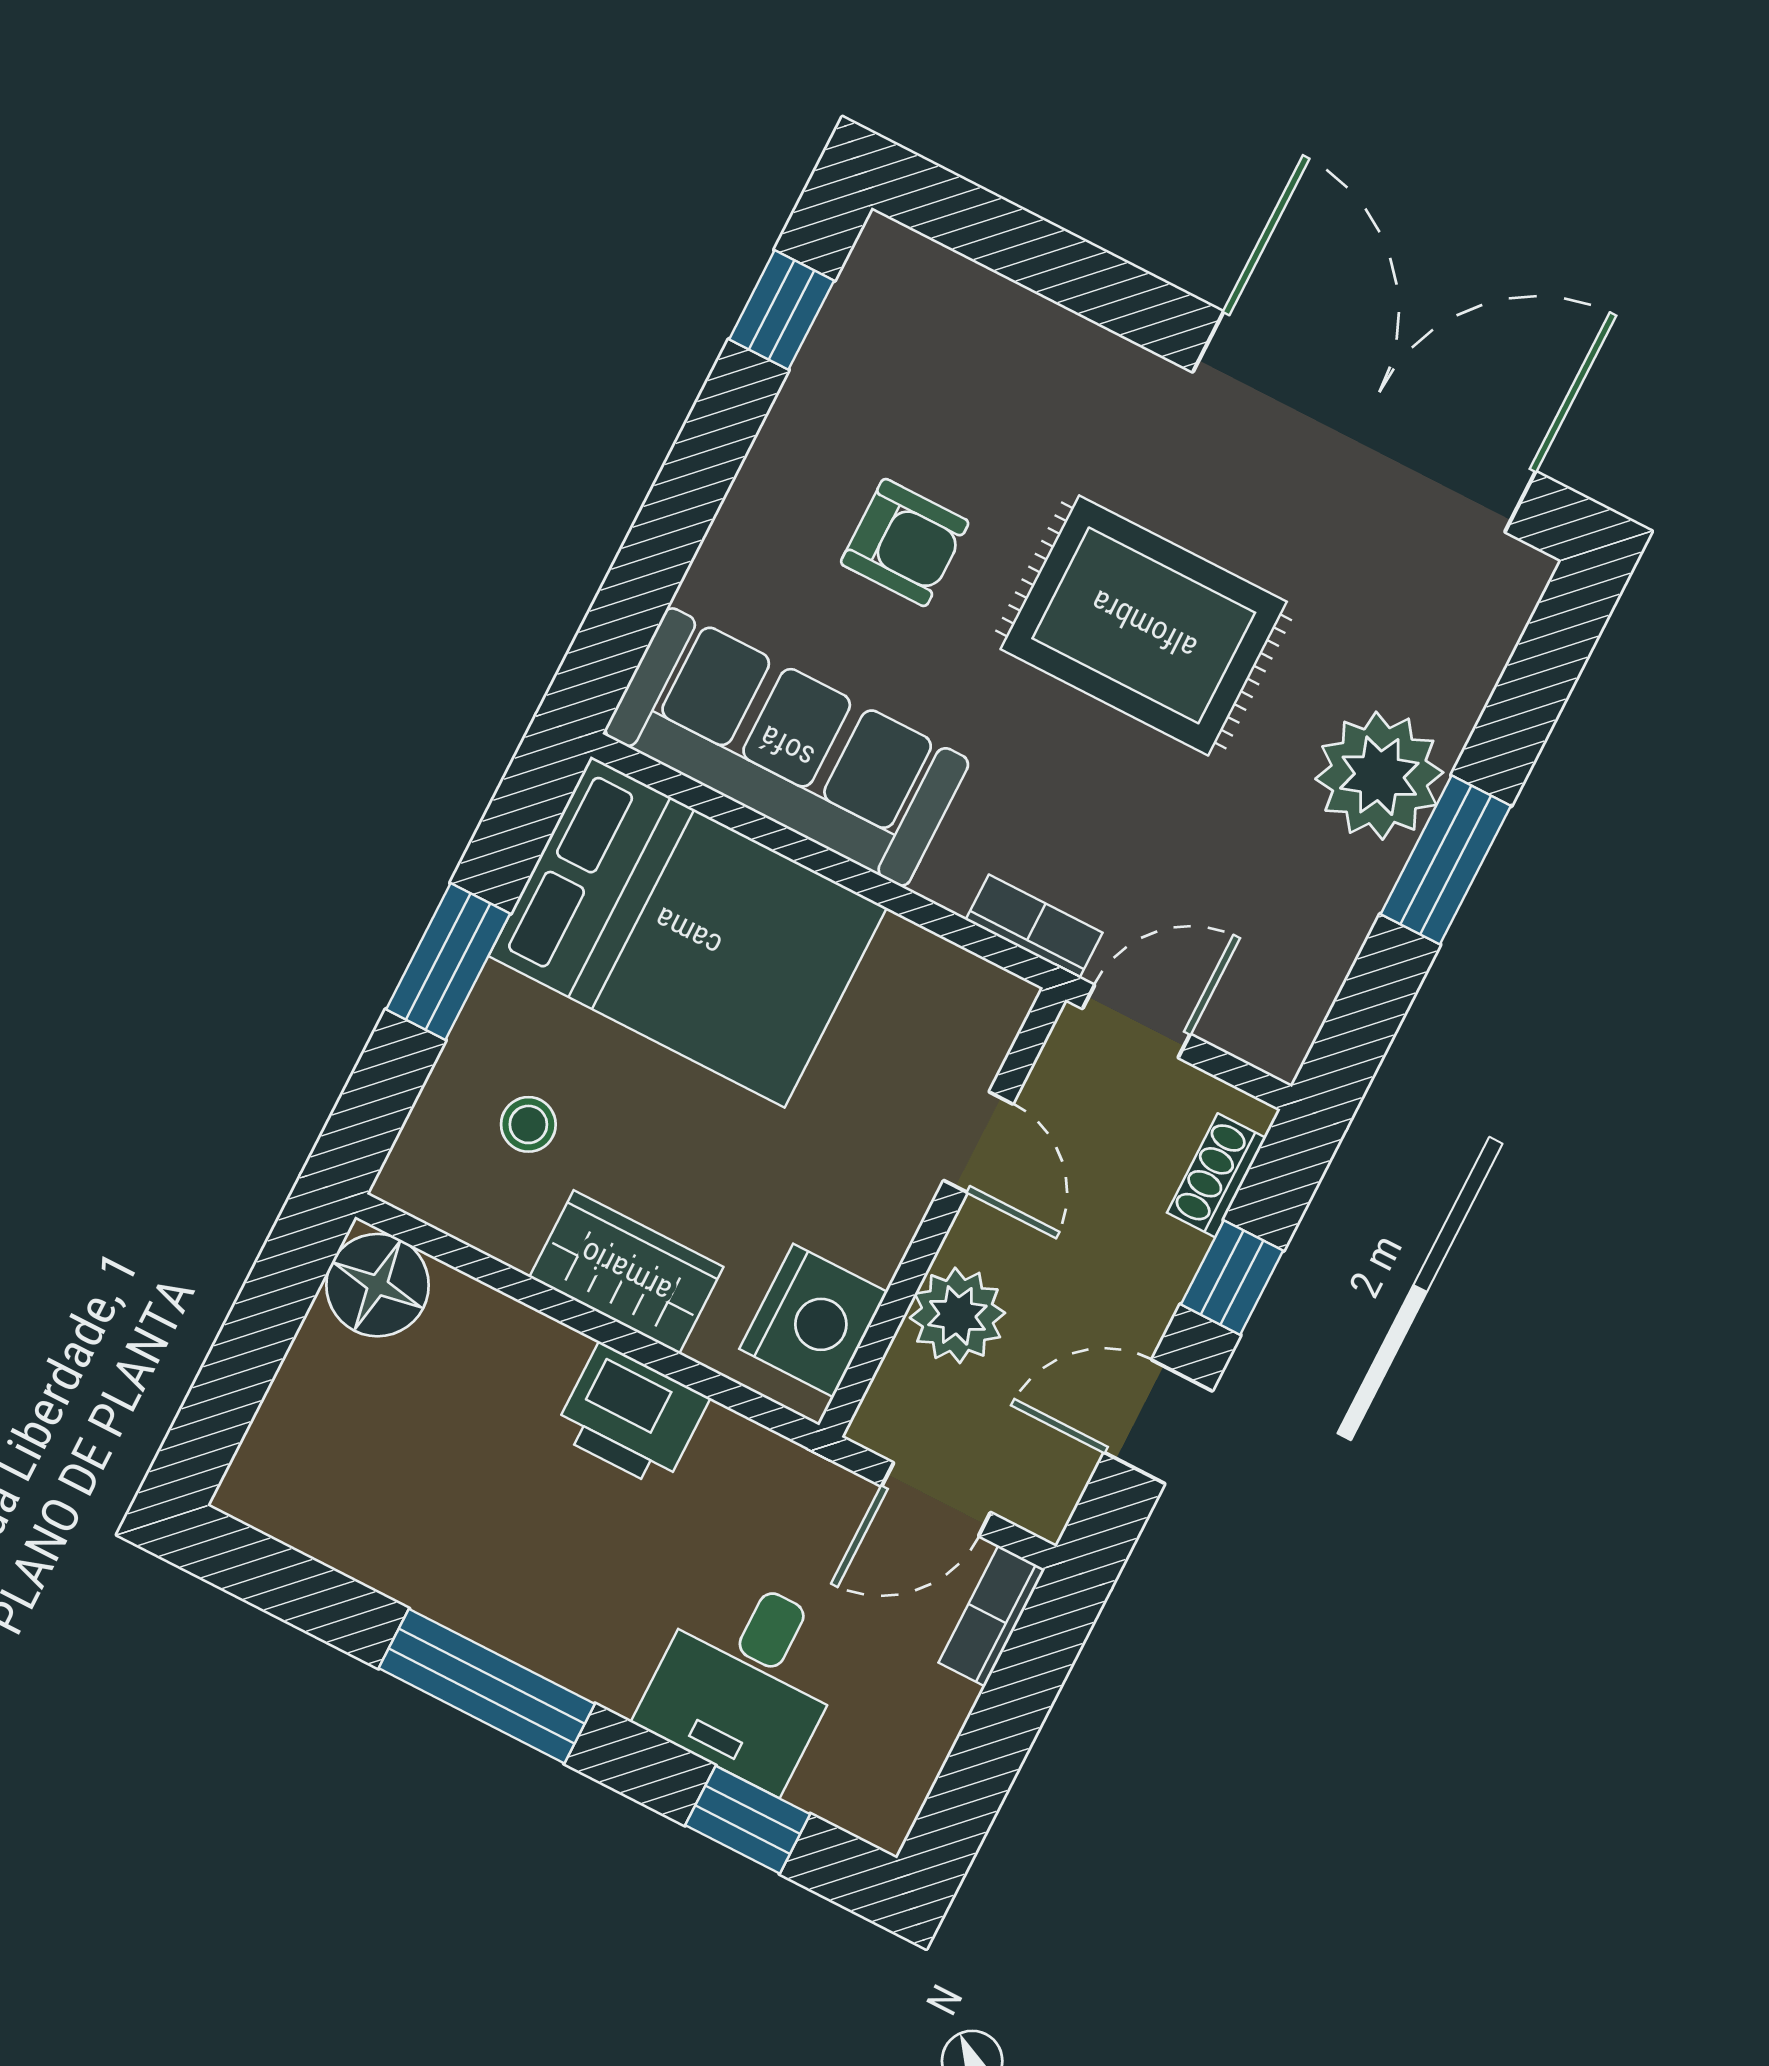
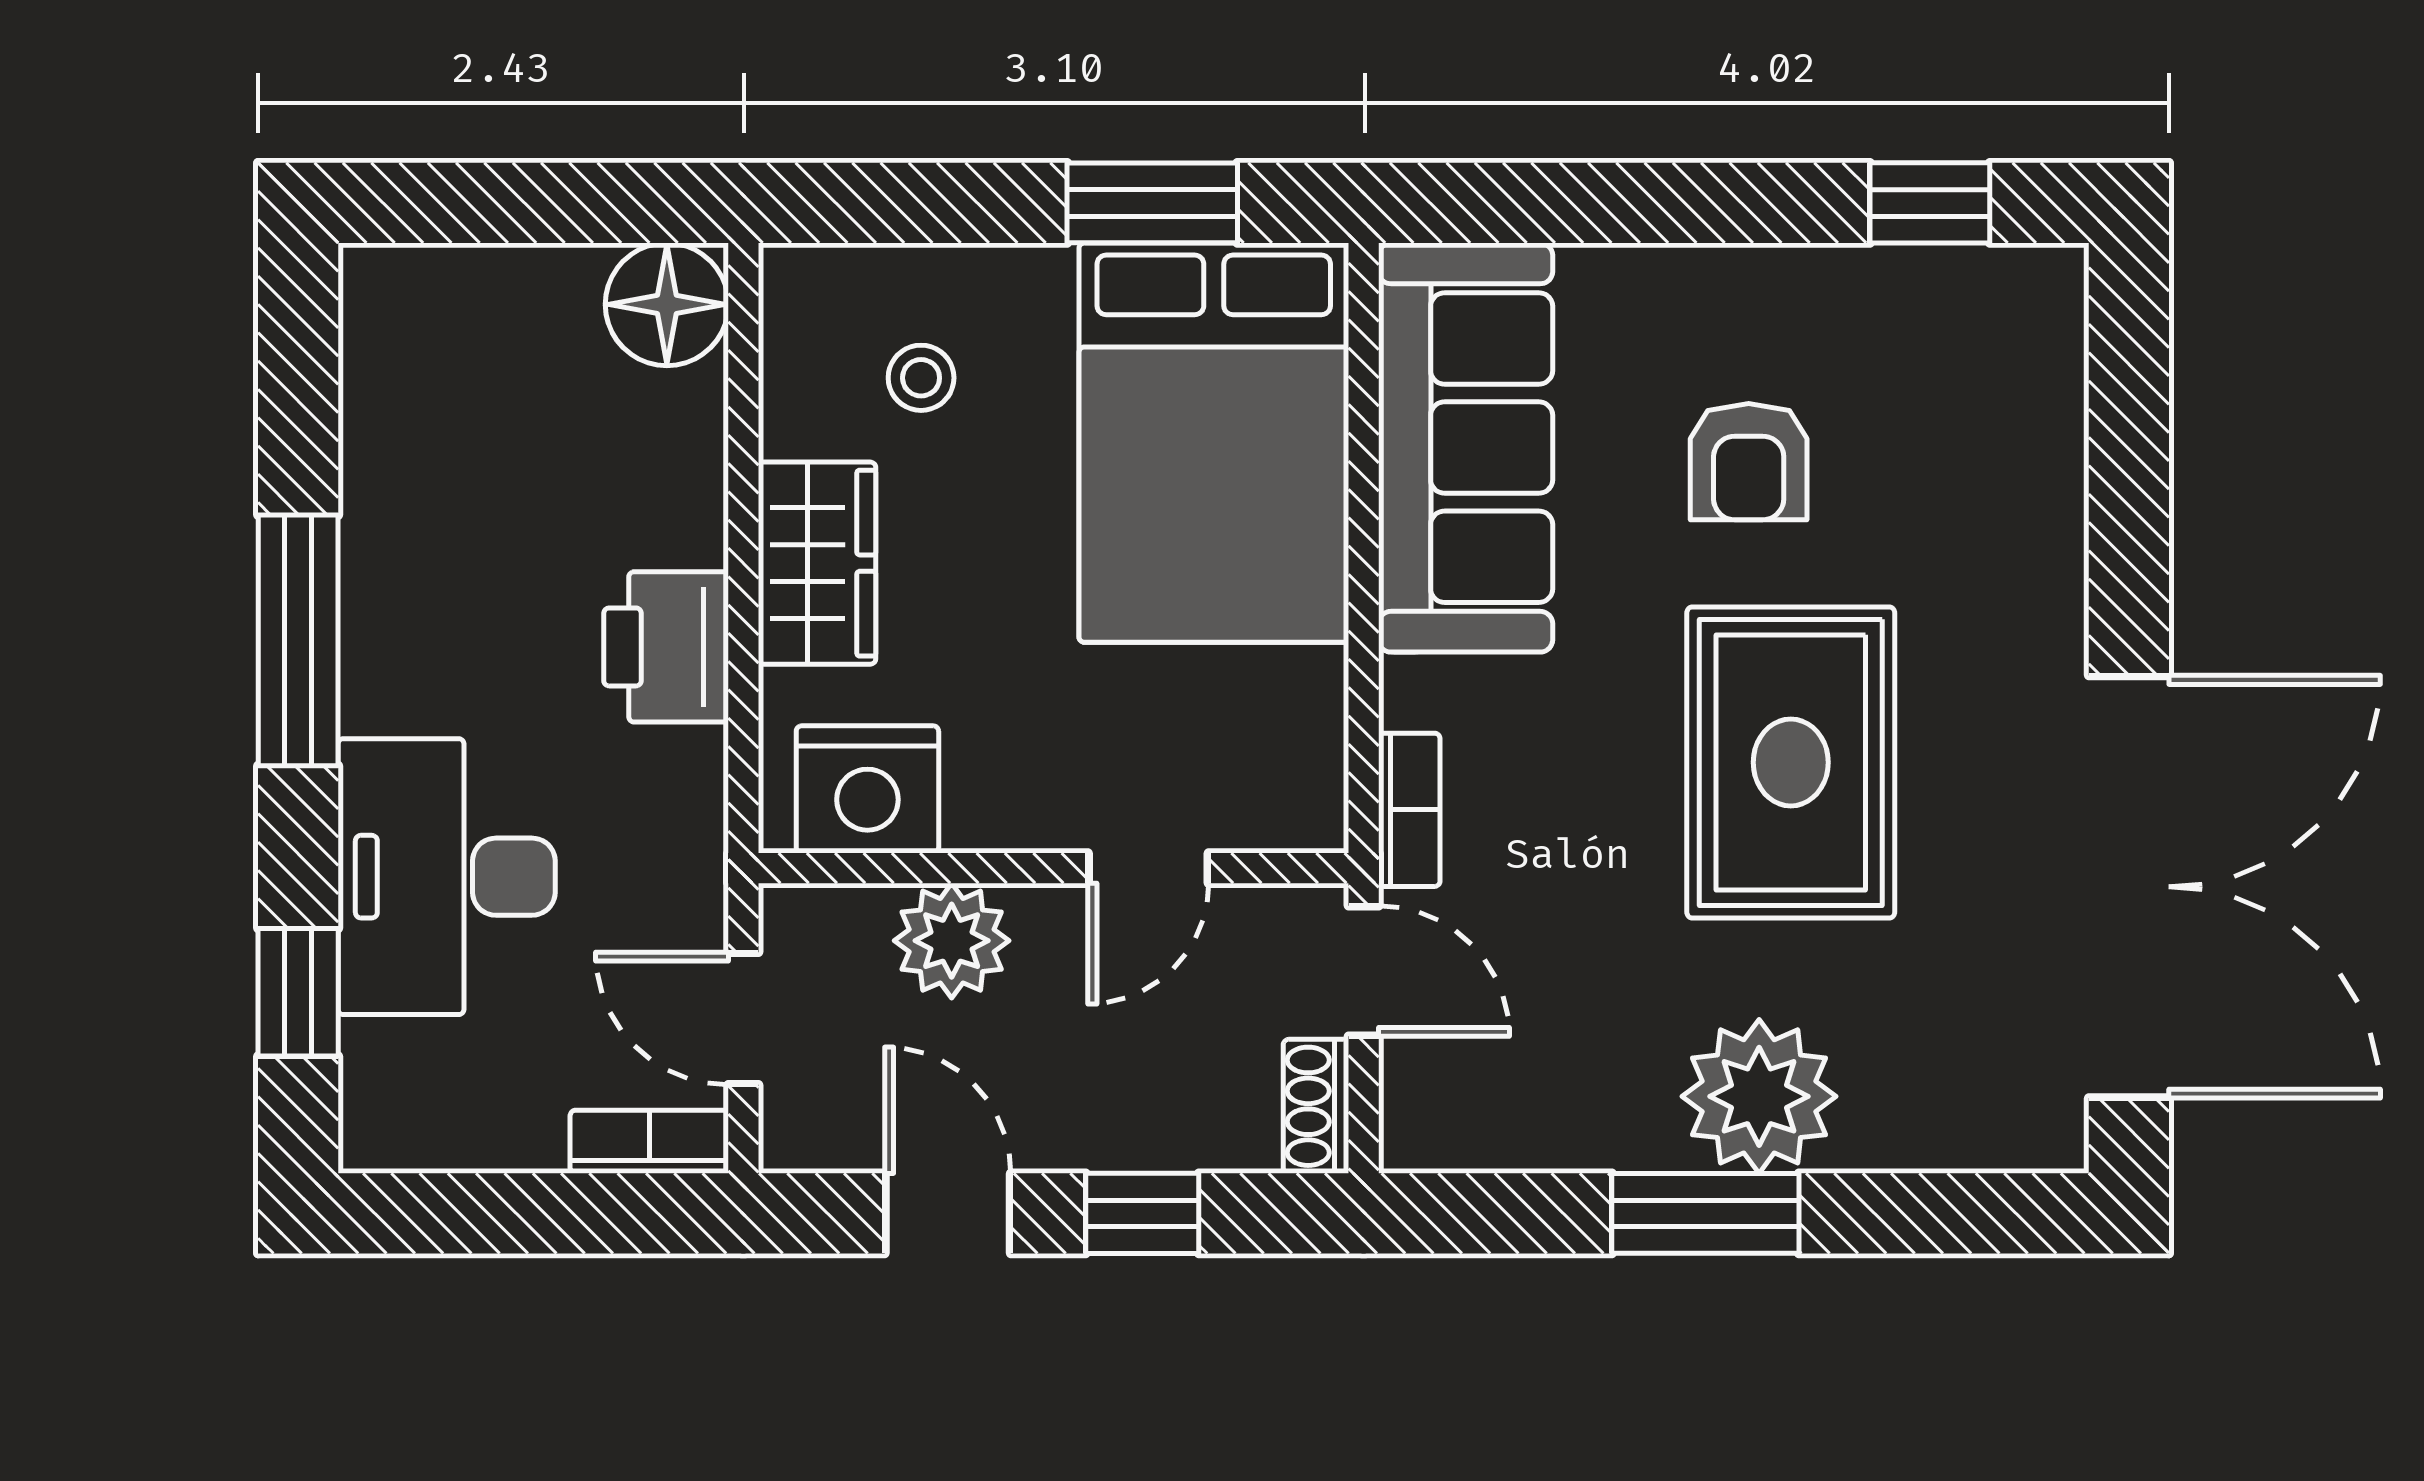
window: (448, 962) -> (1152, 203), moved
shoe rack: (1216, 1175) -> (1316, 1106), moved, turned -90
desk: (746, 1680) -> (447, 877), width x1.37

